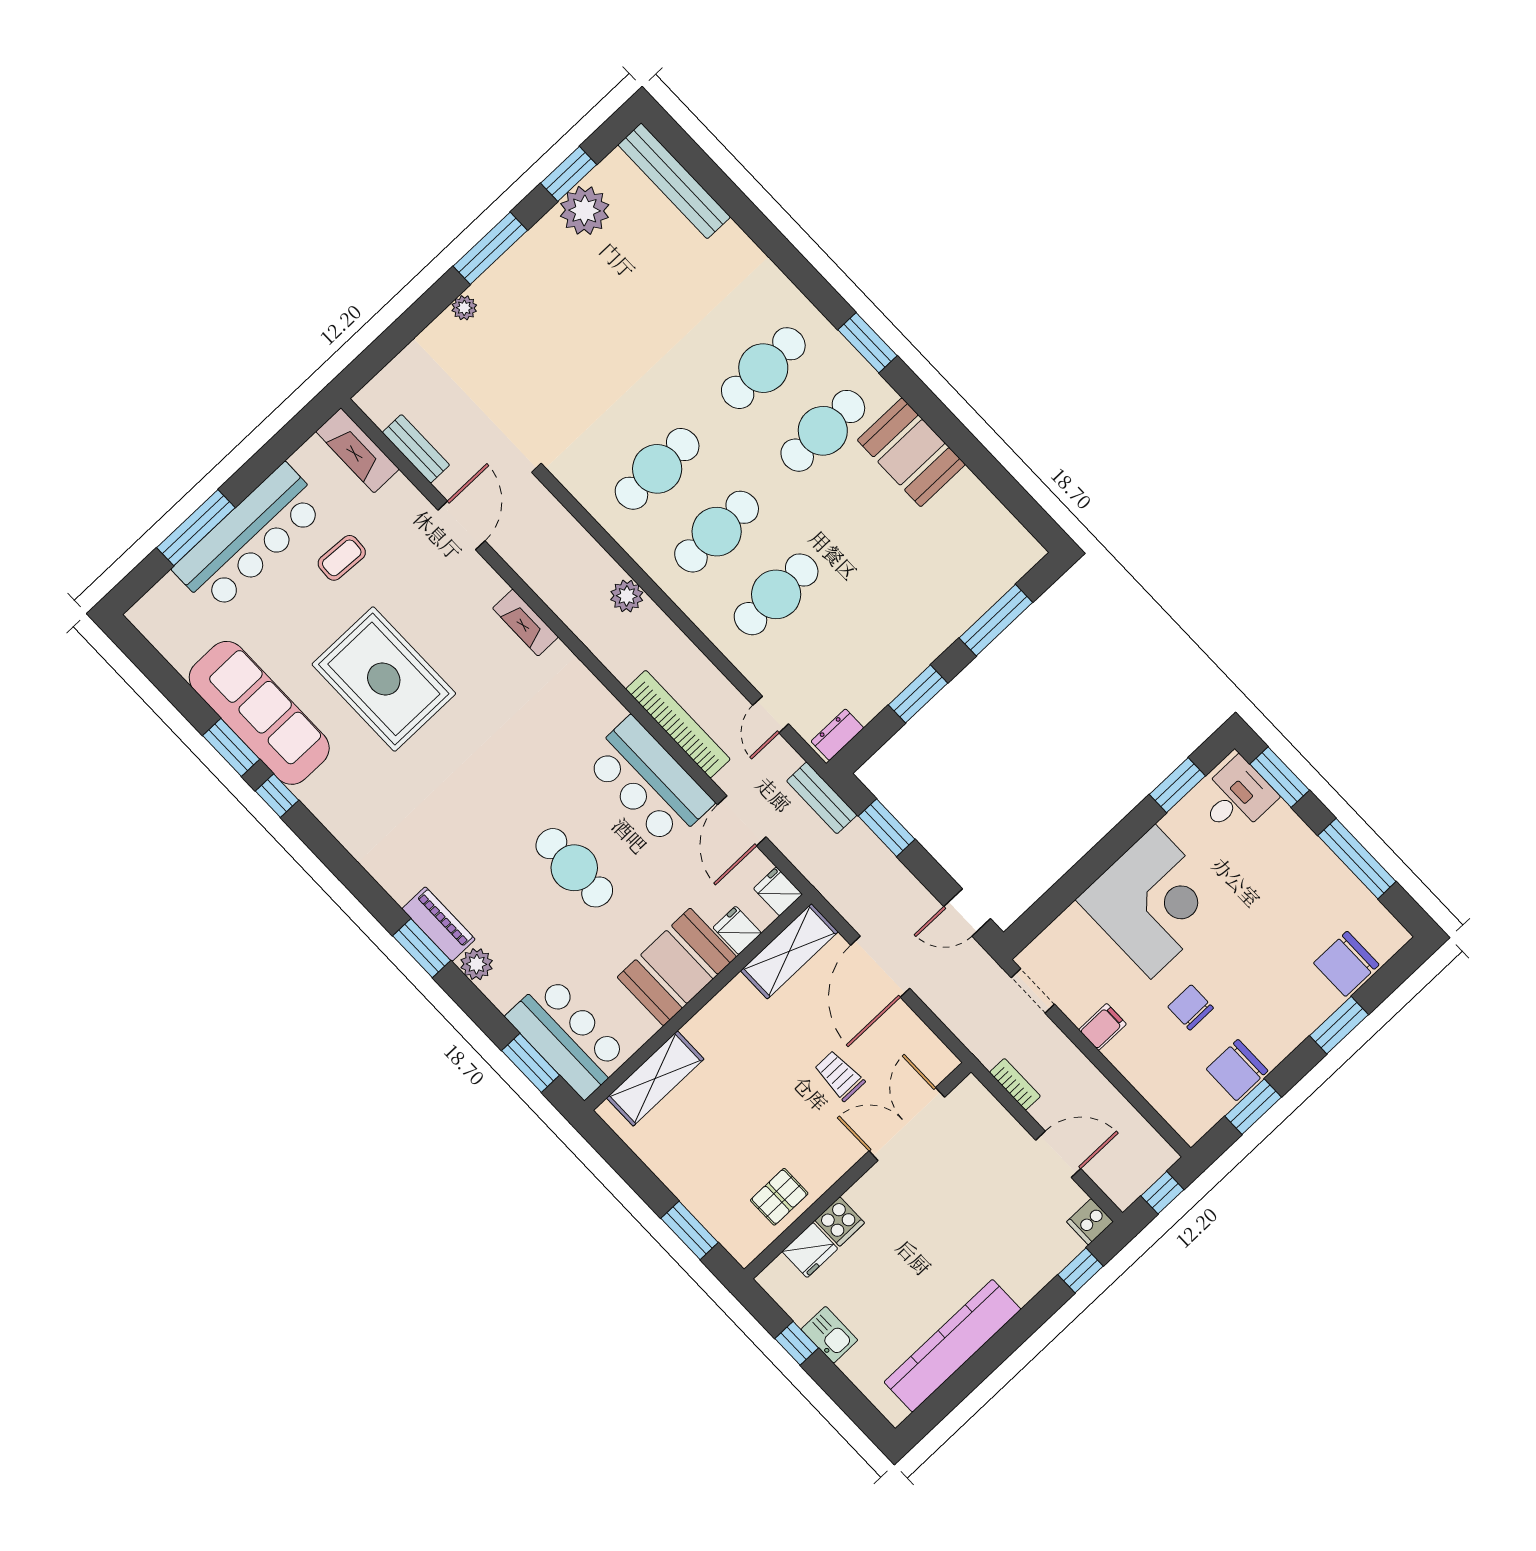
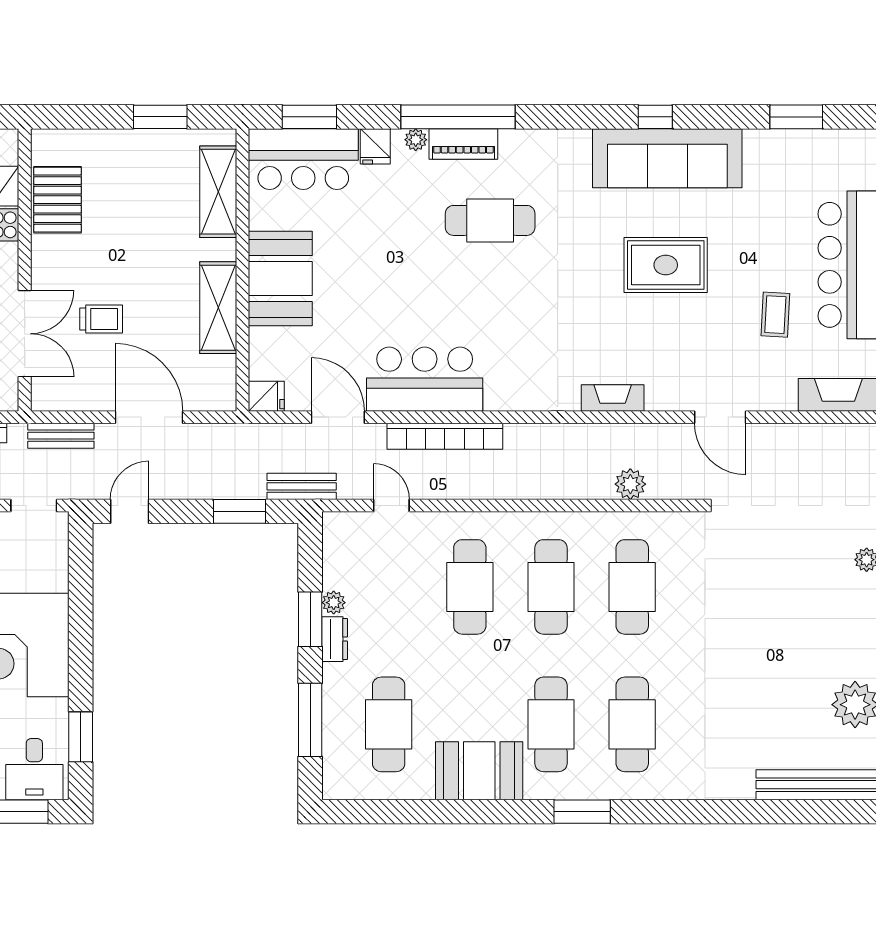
bench: (416, 449) -> (61, 436), moved
cafe table: (942, 556) -> (389, 724), added
plant: (627, 596) -> (630, 484), moved
rug: (384, 679) -> (666, 265), width x0.73, depth x0.69
plant: (888, 688) -> (334, 603), added
sofa: (259, 713) -> (667, 158), moved
dresser: (837, 735) -> (335, 639), moved
window: (231, 747) -> (796, 117), moved
cafe table: (574, 868) -> (490, 220), moved
fridge: (737, 930) -> (375, 146), moved, turned 90
window: (422, 948) -> (458, 117), width x2.11
shelving: (789, 951) -> (218, 308), moved
plant: (477, 964) -> (416, 140), width x0.73, depth x0.73
pallet: (779, 1197) -> (58, 200), width x1.50, depth x1.42
window: (690, 1230) -> (160, 117), moved

